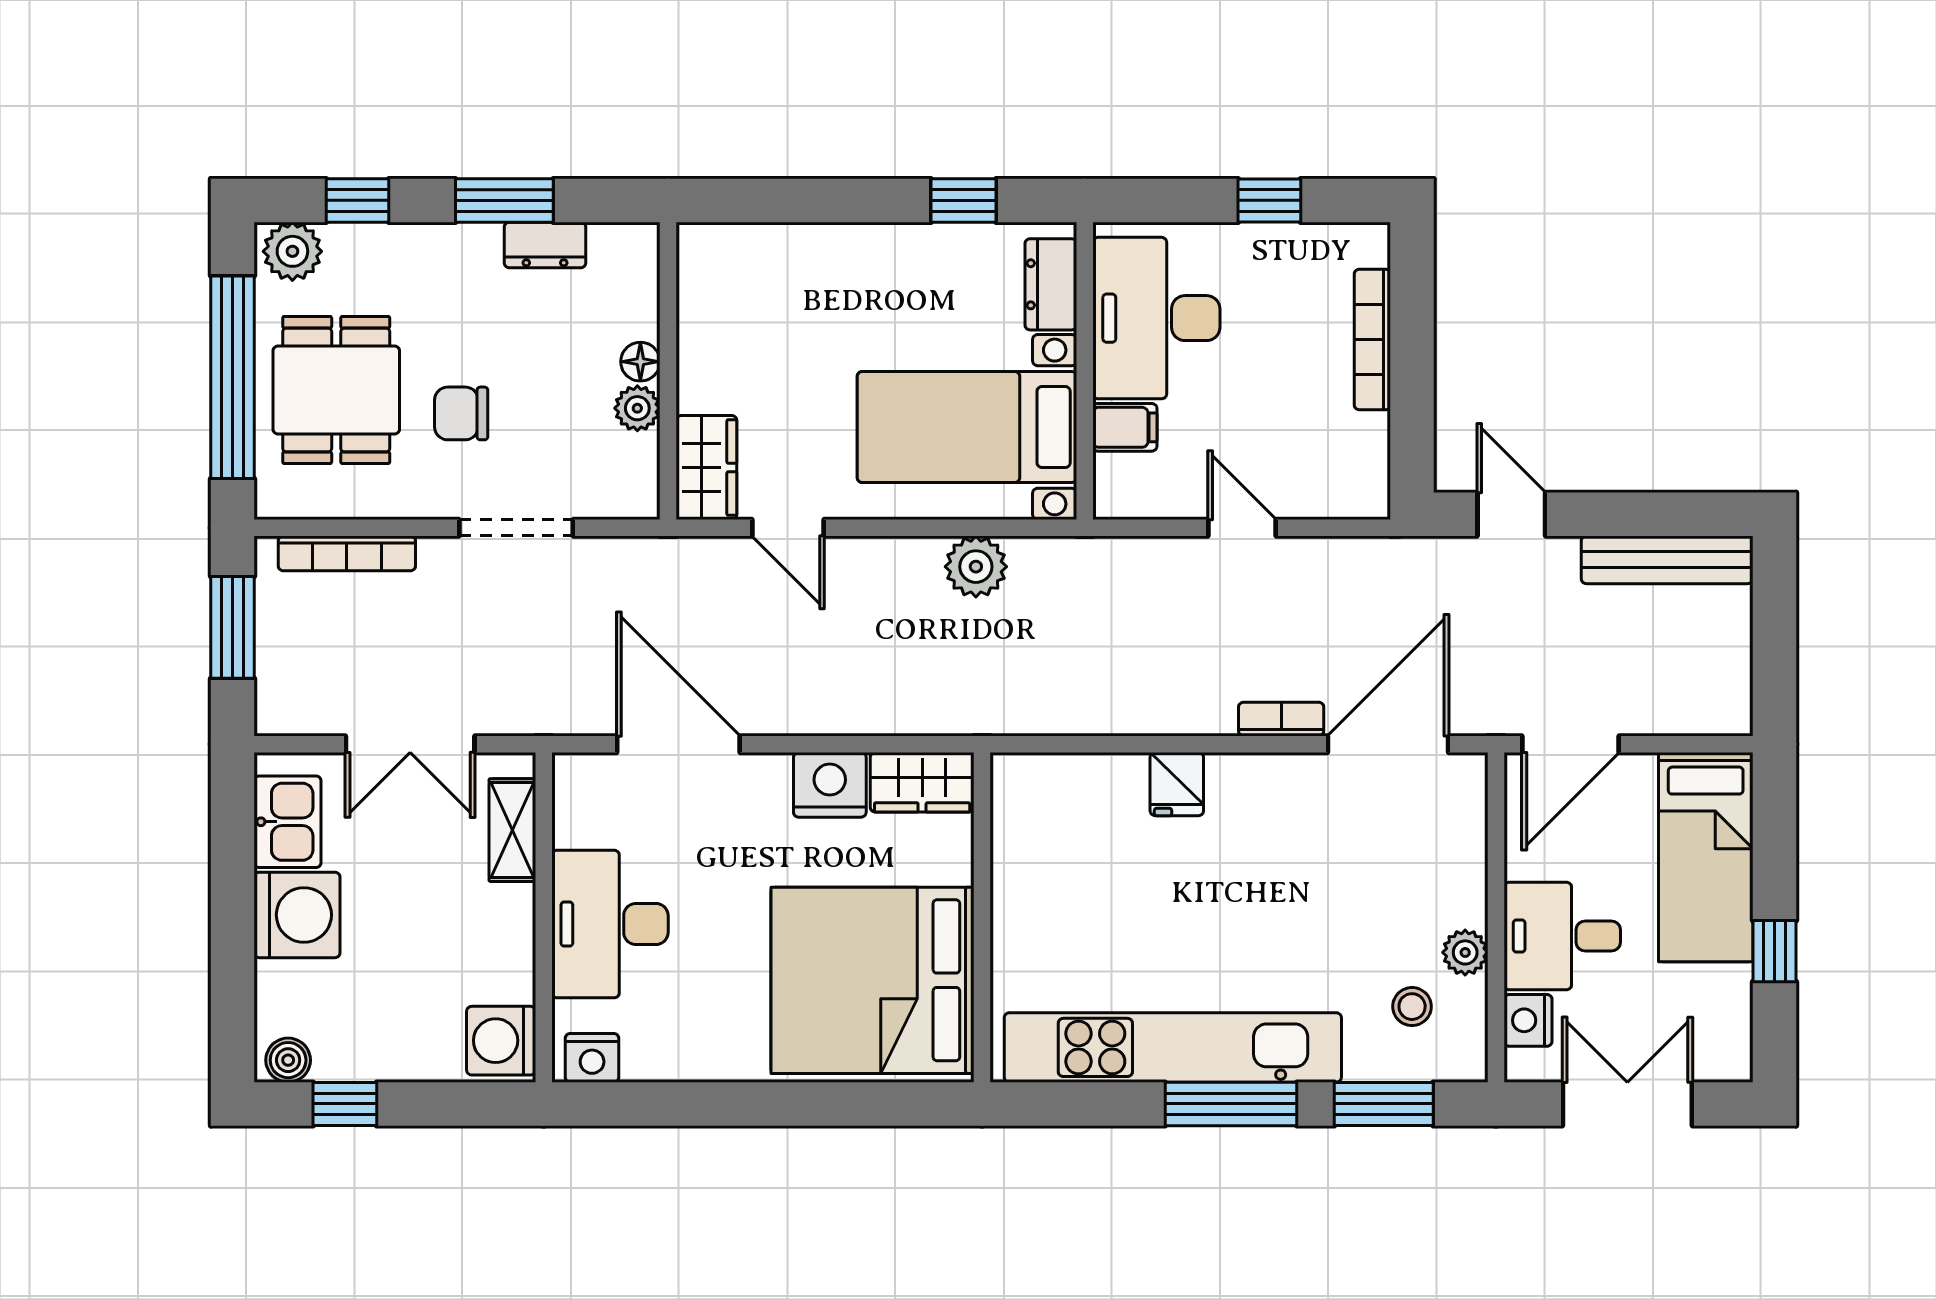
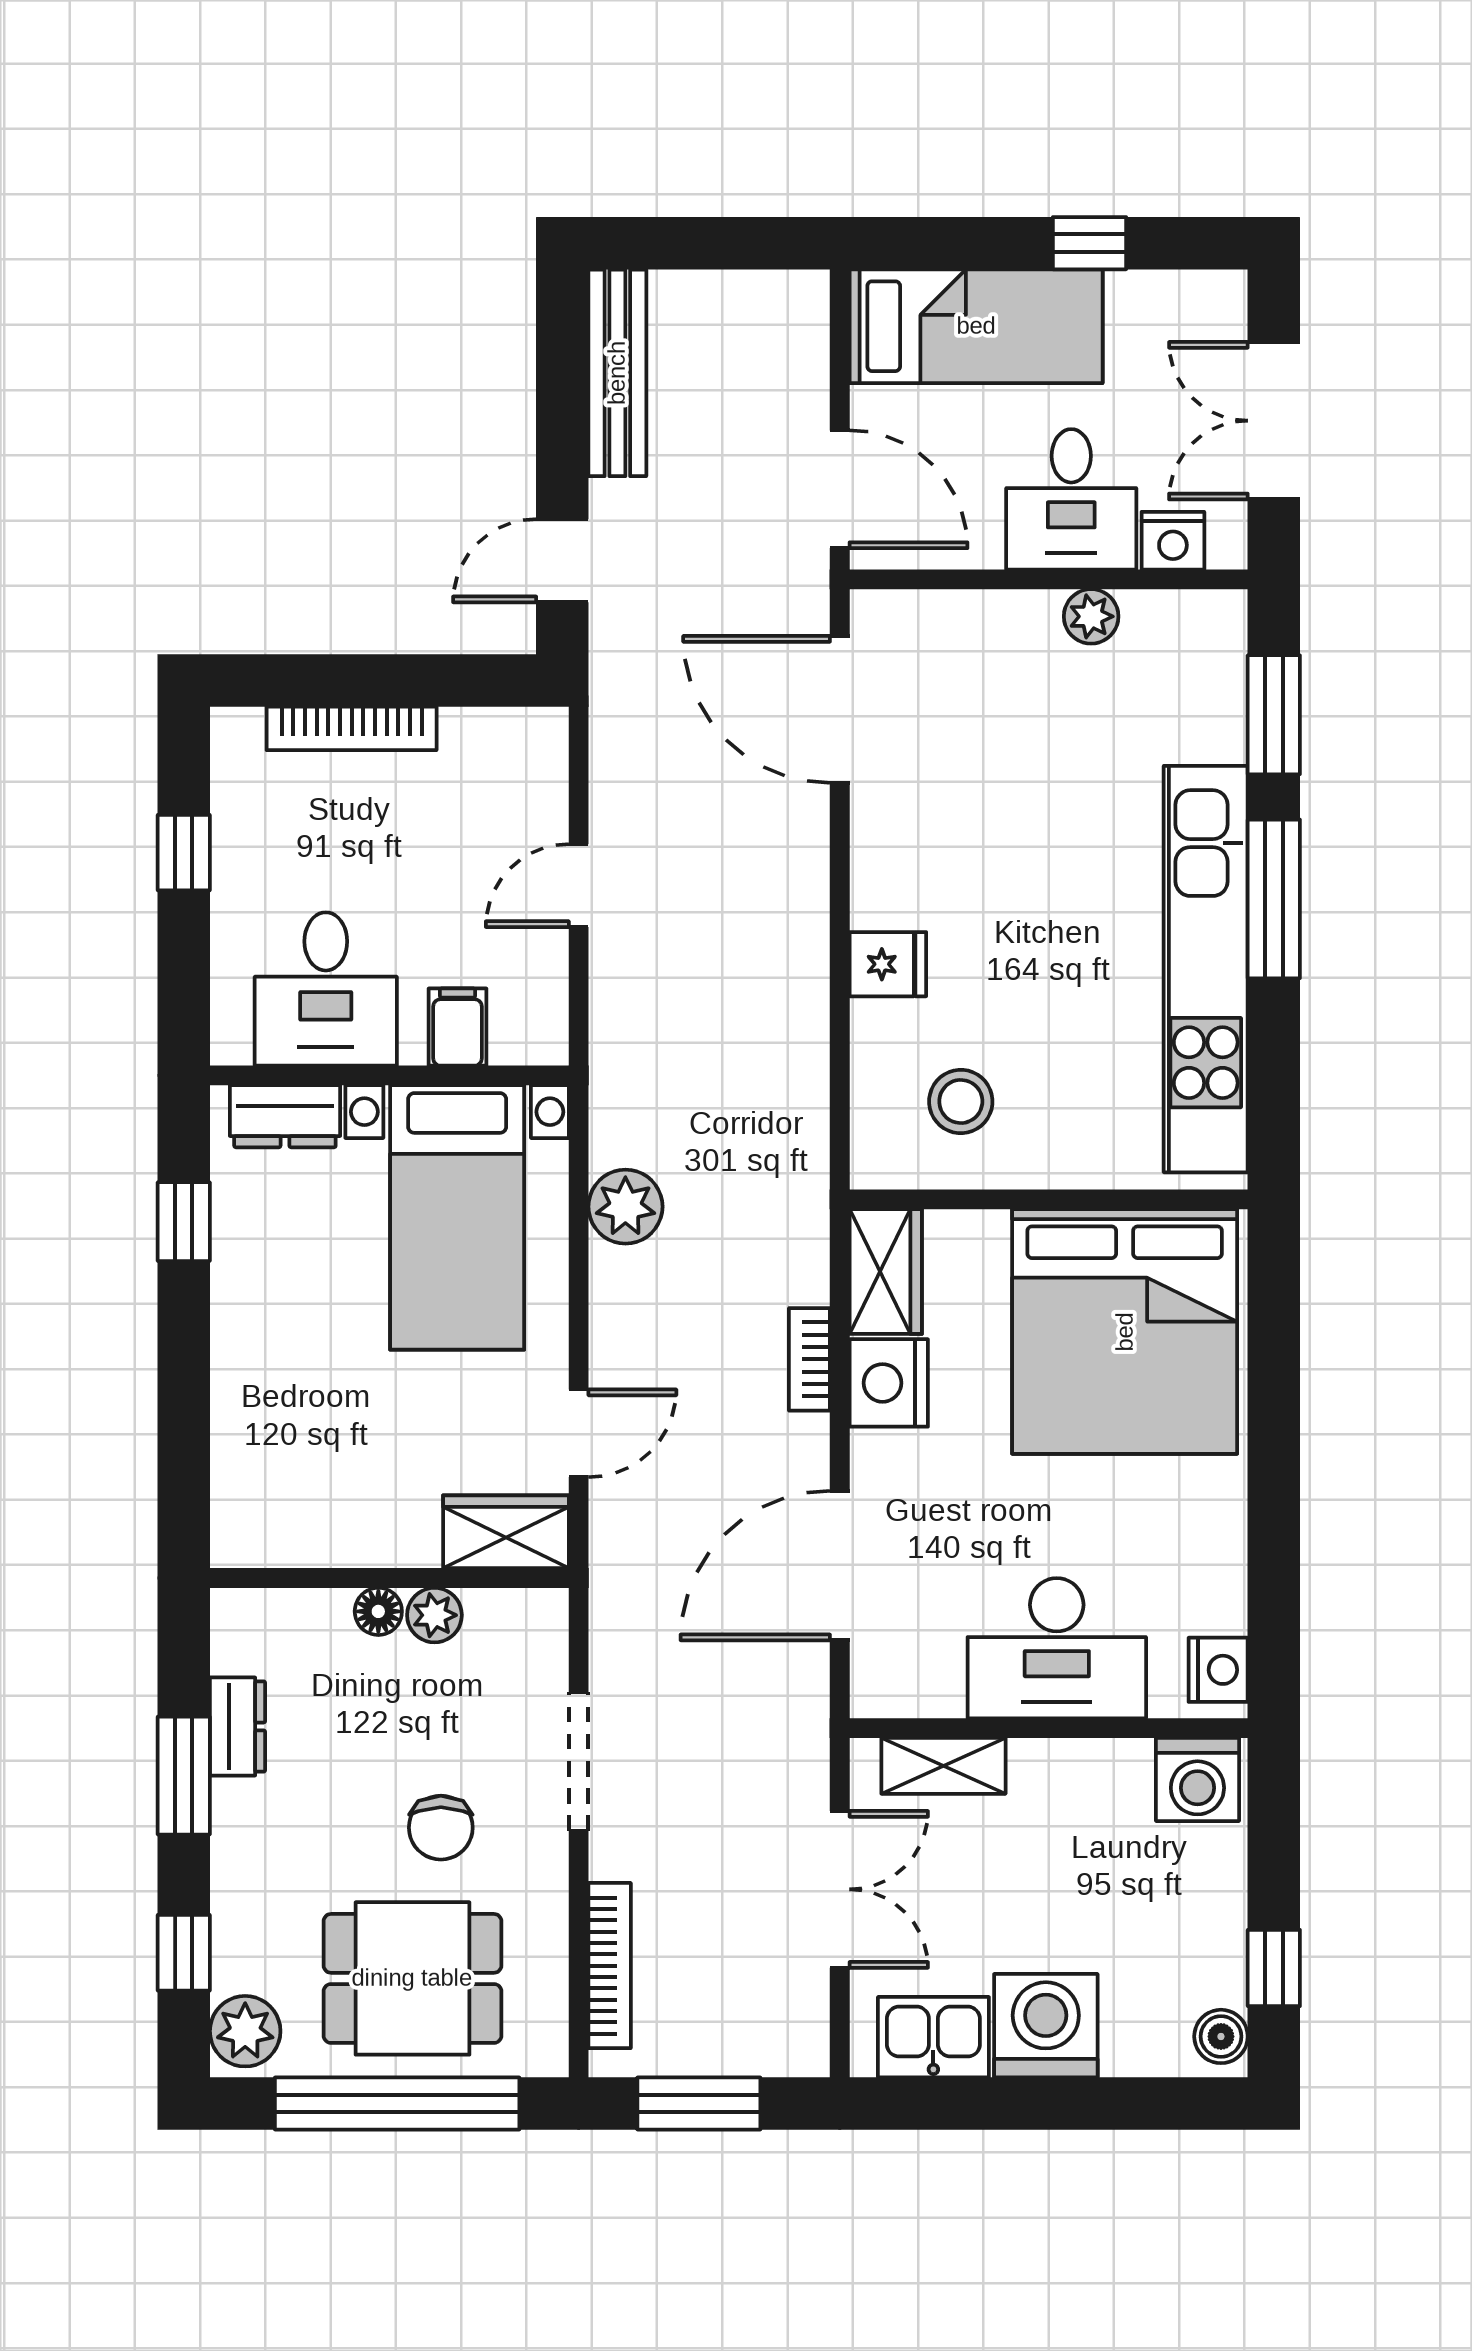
desk: (1156, 318) -> (326, 989), width x0.73
bookcase: (1281, 719) -> (809, 1359), moved
stool: (1412, 1007) -> (961, 1101), moved, width x1.37, depth x1.37

